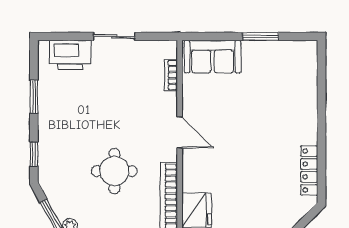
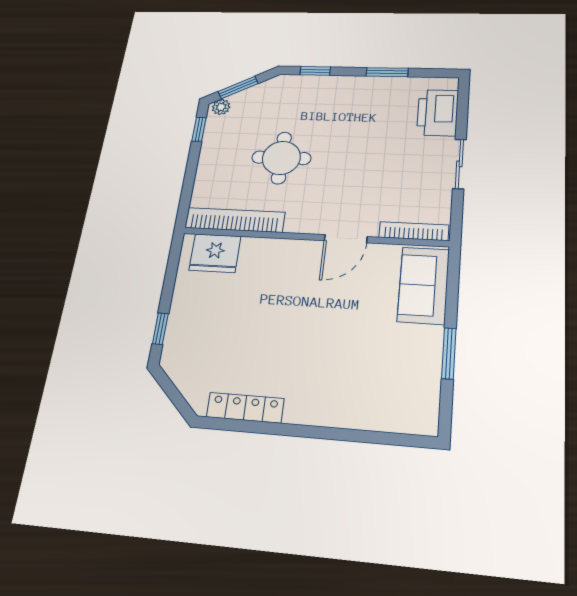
bookcase: (171, 75) -> (414, 231), width x1.56
door: (180, 133) -> (346, 239), moved

